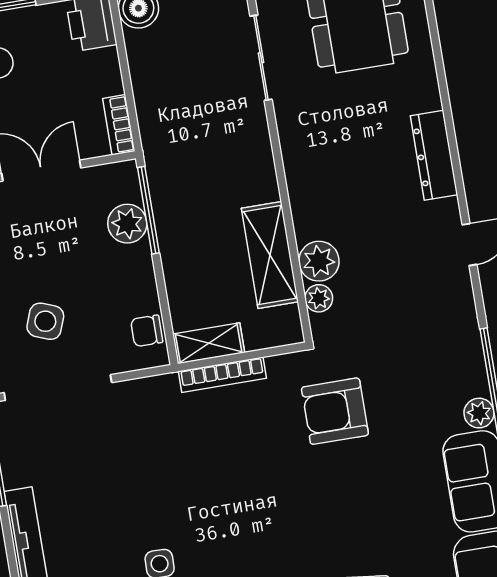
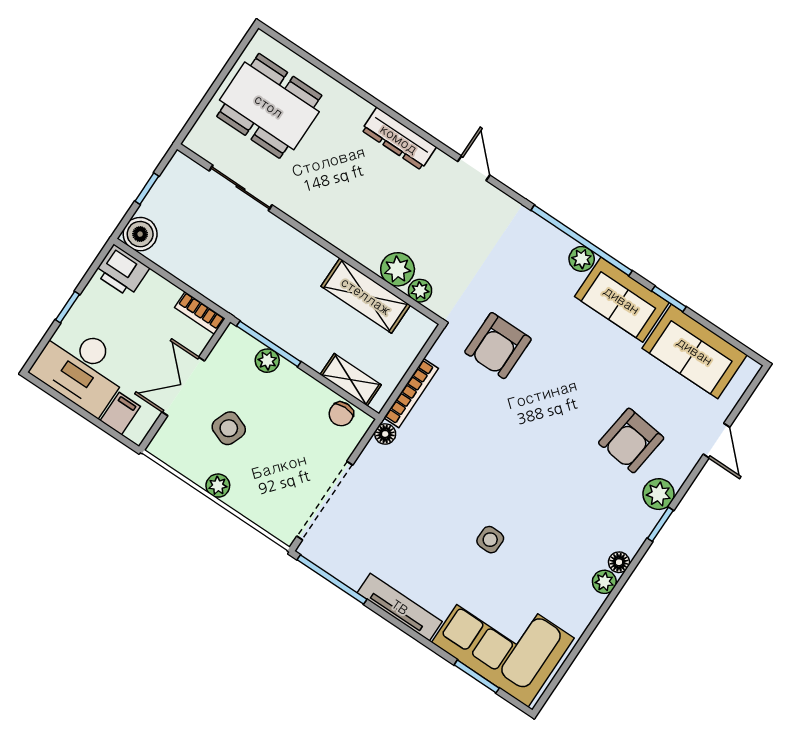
plant: (127, 224) -> (267, 361), width x0.73, depth x0.73
side table: (45, 321) -> (229, 428), moved
shelving: (209, 343) -> (351, 380), moved, turned 90
floor lamp: (165, 386) -> (385, 434), added

